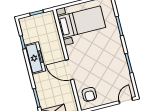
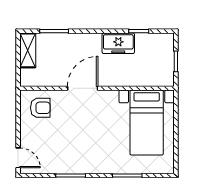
freezer: (35, 58) -> (118, 43), width x0.71
armchair: (89, 94) -> (40, 108), turned 180

